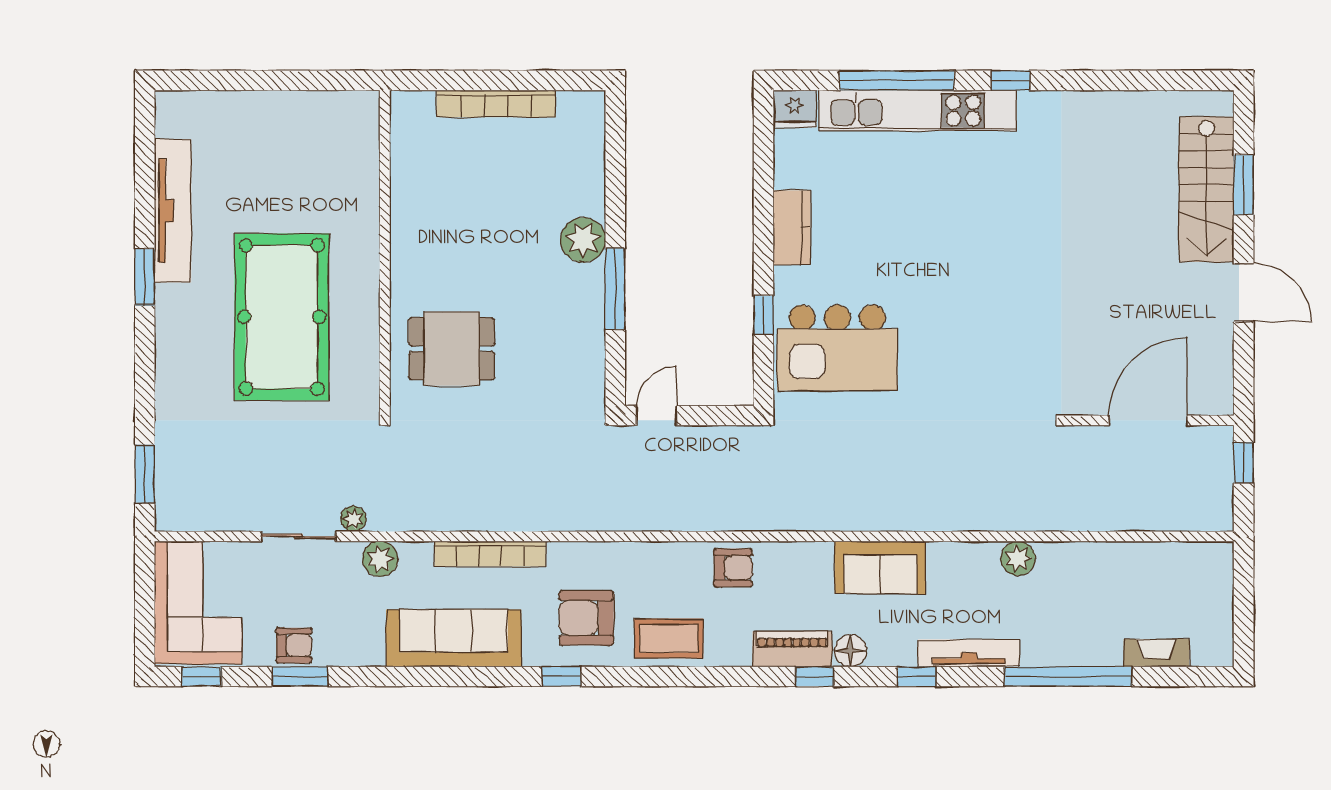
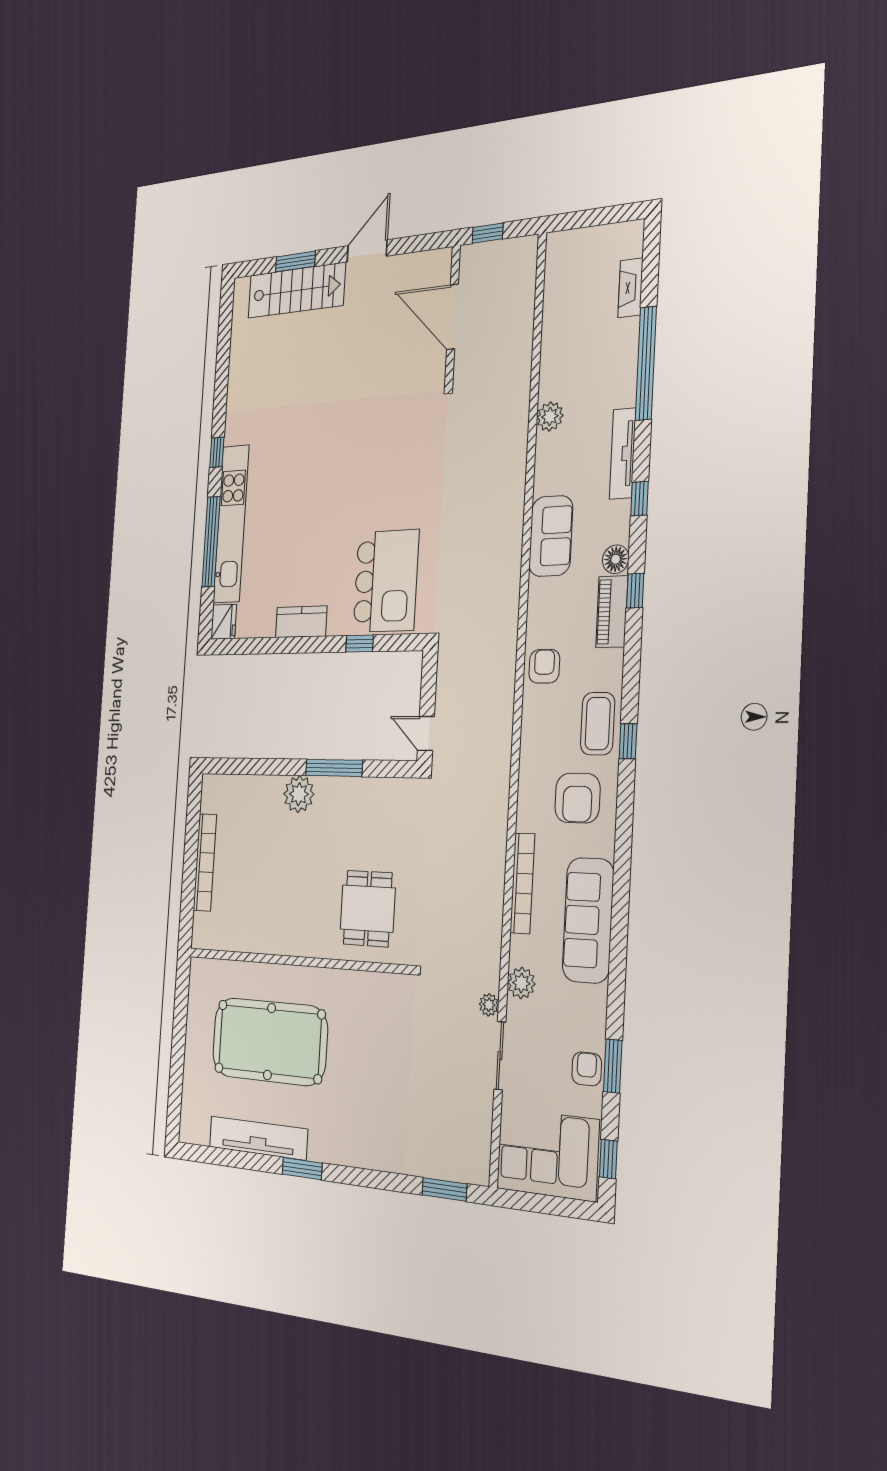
pool table: (282, 317) -> (269, 1041), moved
window: (561, 677) -> (628, 741), moved

